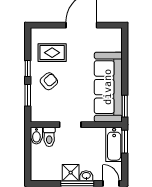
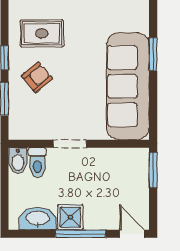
window: (125, 106) -> (153, 54), moved
bathtub: (114, 144) -> (137, 174), removed
washbasin: (86, 176) -> (38, 219), moved, width x1.91, depth x1.45

